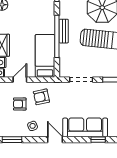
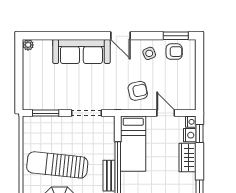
door: (20, 80) -> (166, 113), swing flipped
armchair: (20, 104) -> (174, 52), moved
window: (98, 140) -> (65, 36), removed

